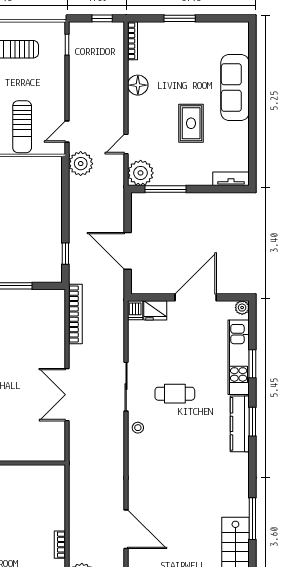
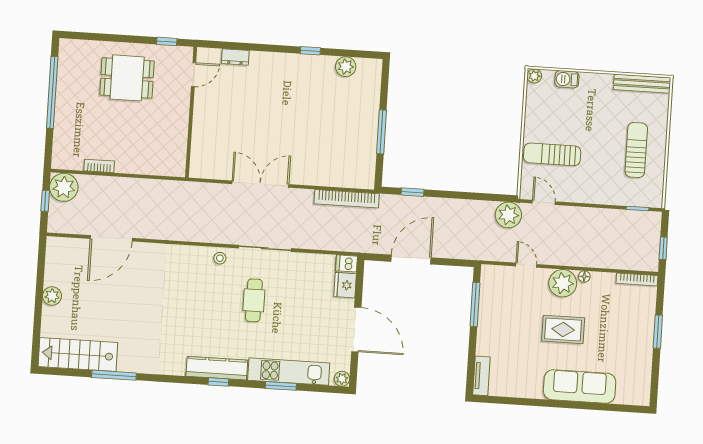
floor lamp: (138, 85) -> (584, 277), width x0.53, depth x0.53
rug: (191, 123) -> (563, 329), moved
plant: (141, 173) -> (563, 283), moved
window: (252, 422) -> (218, 382), width x0.67

